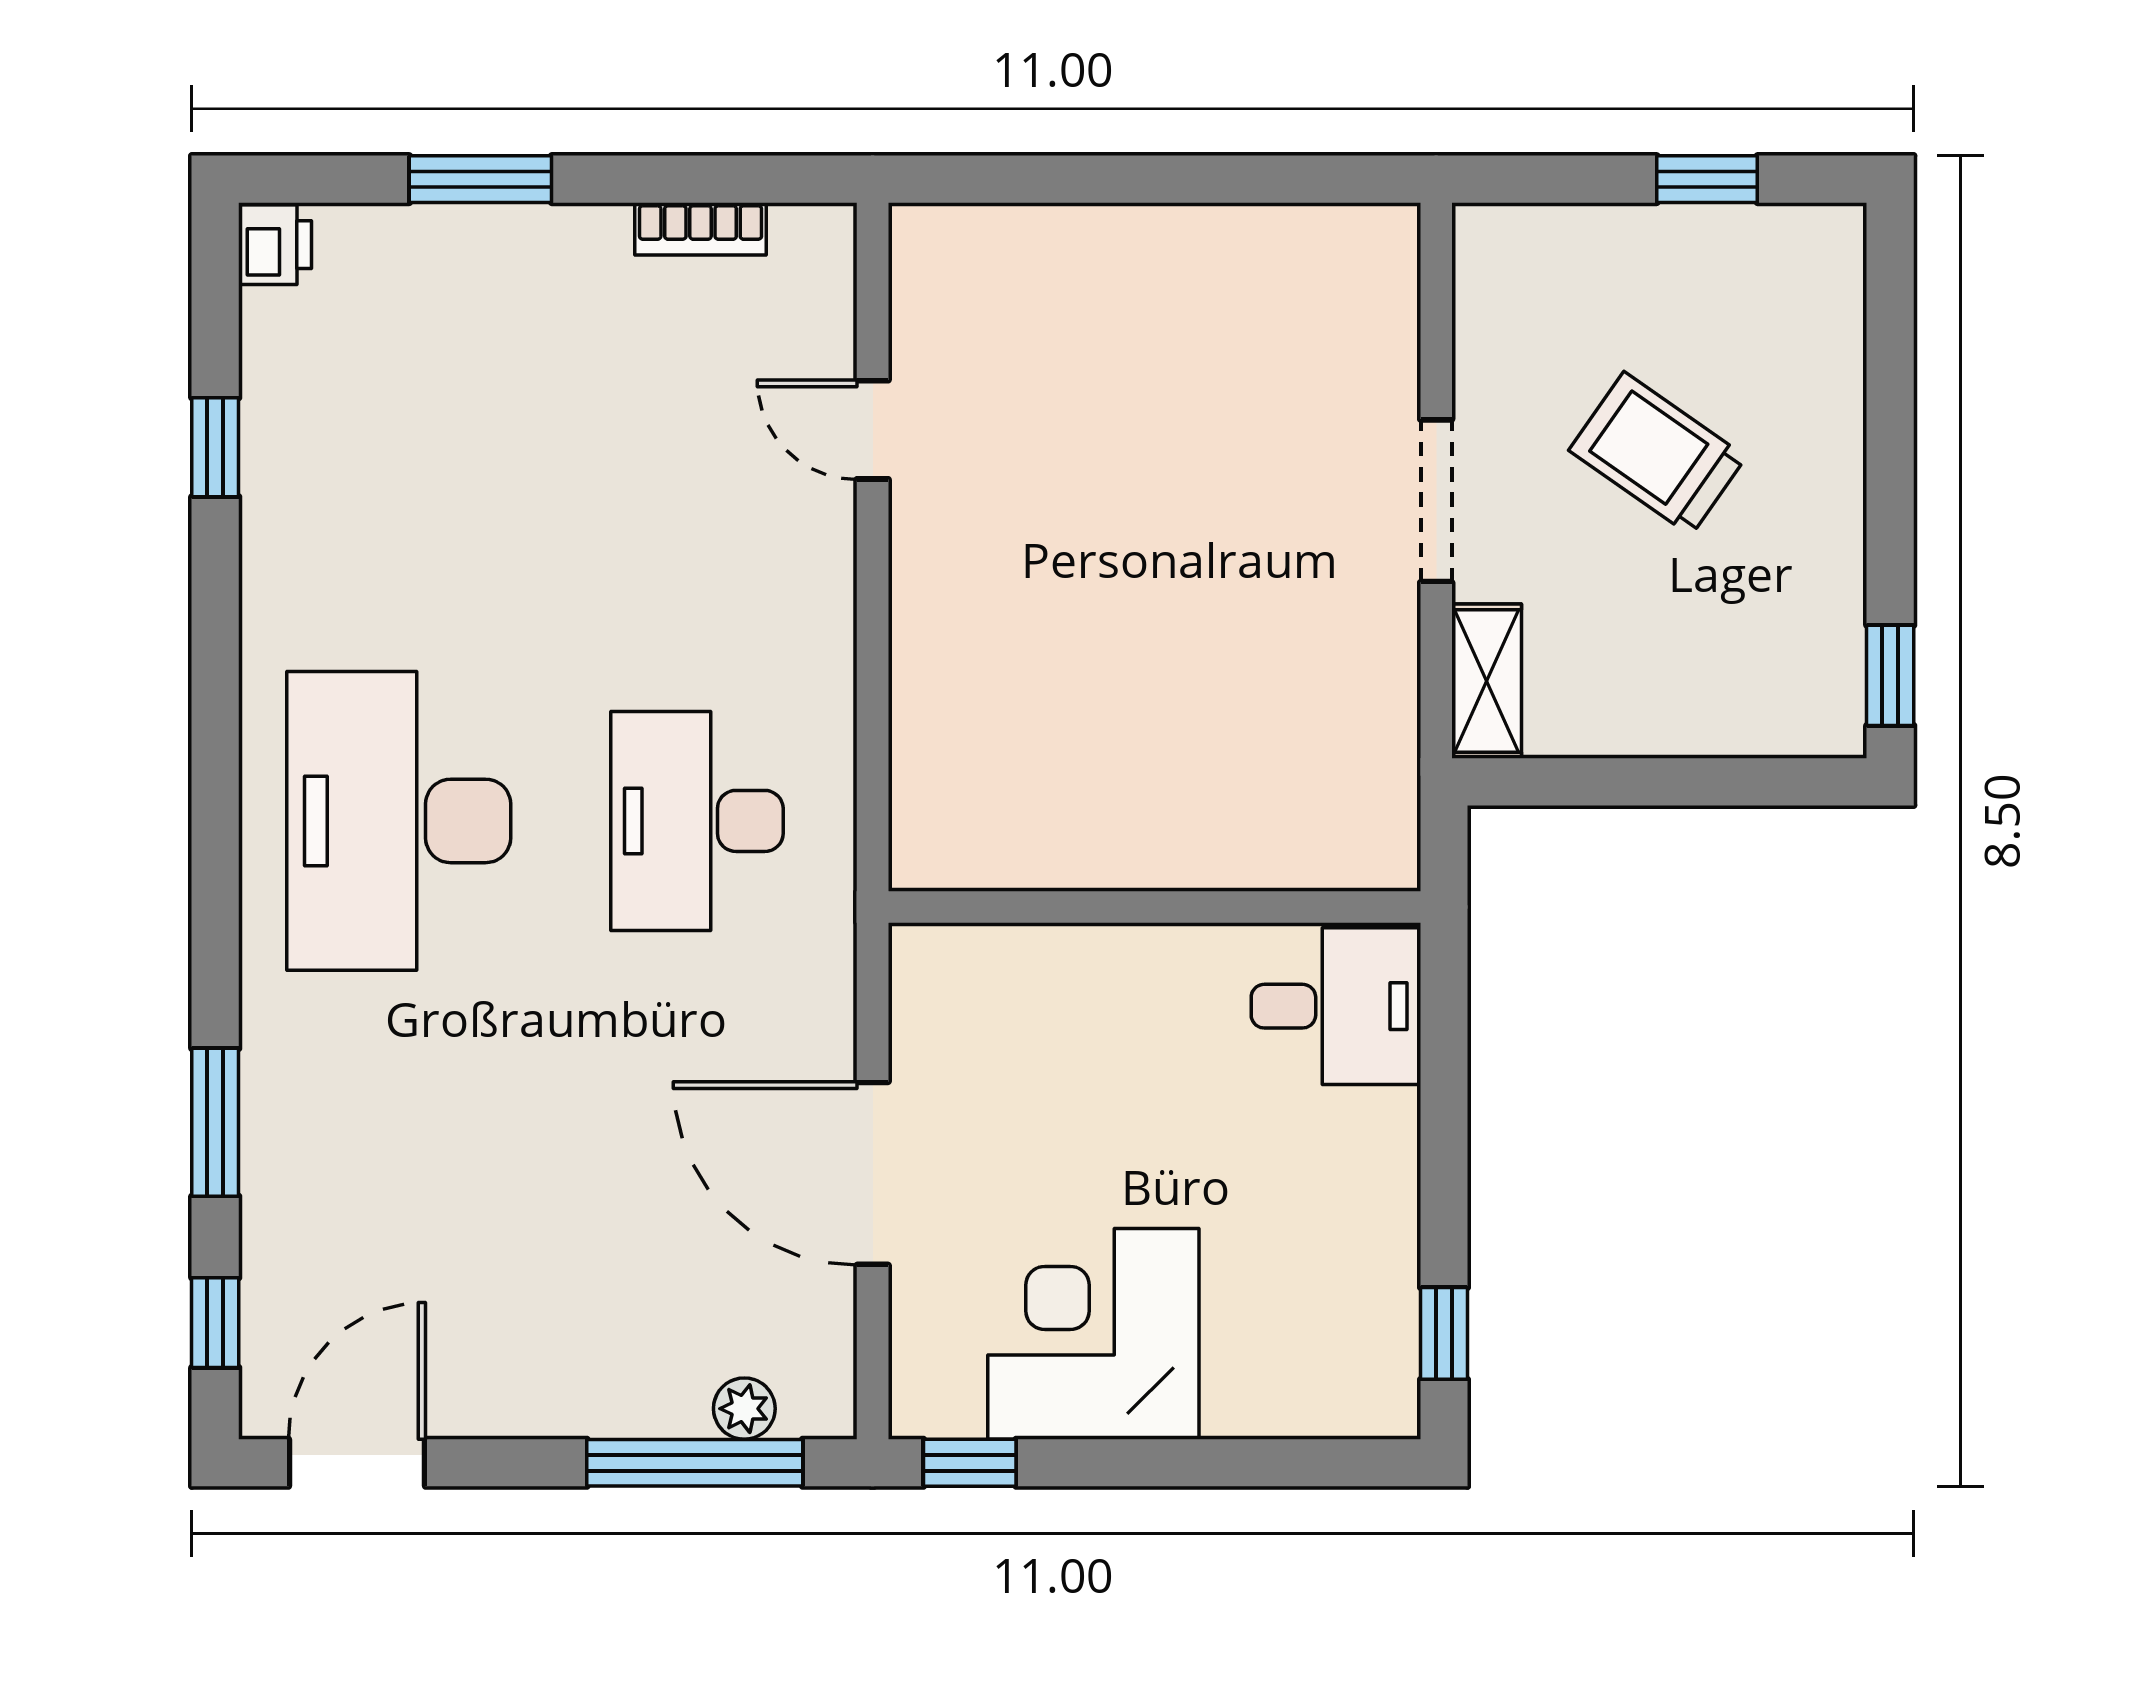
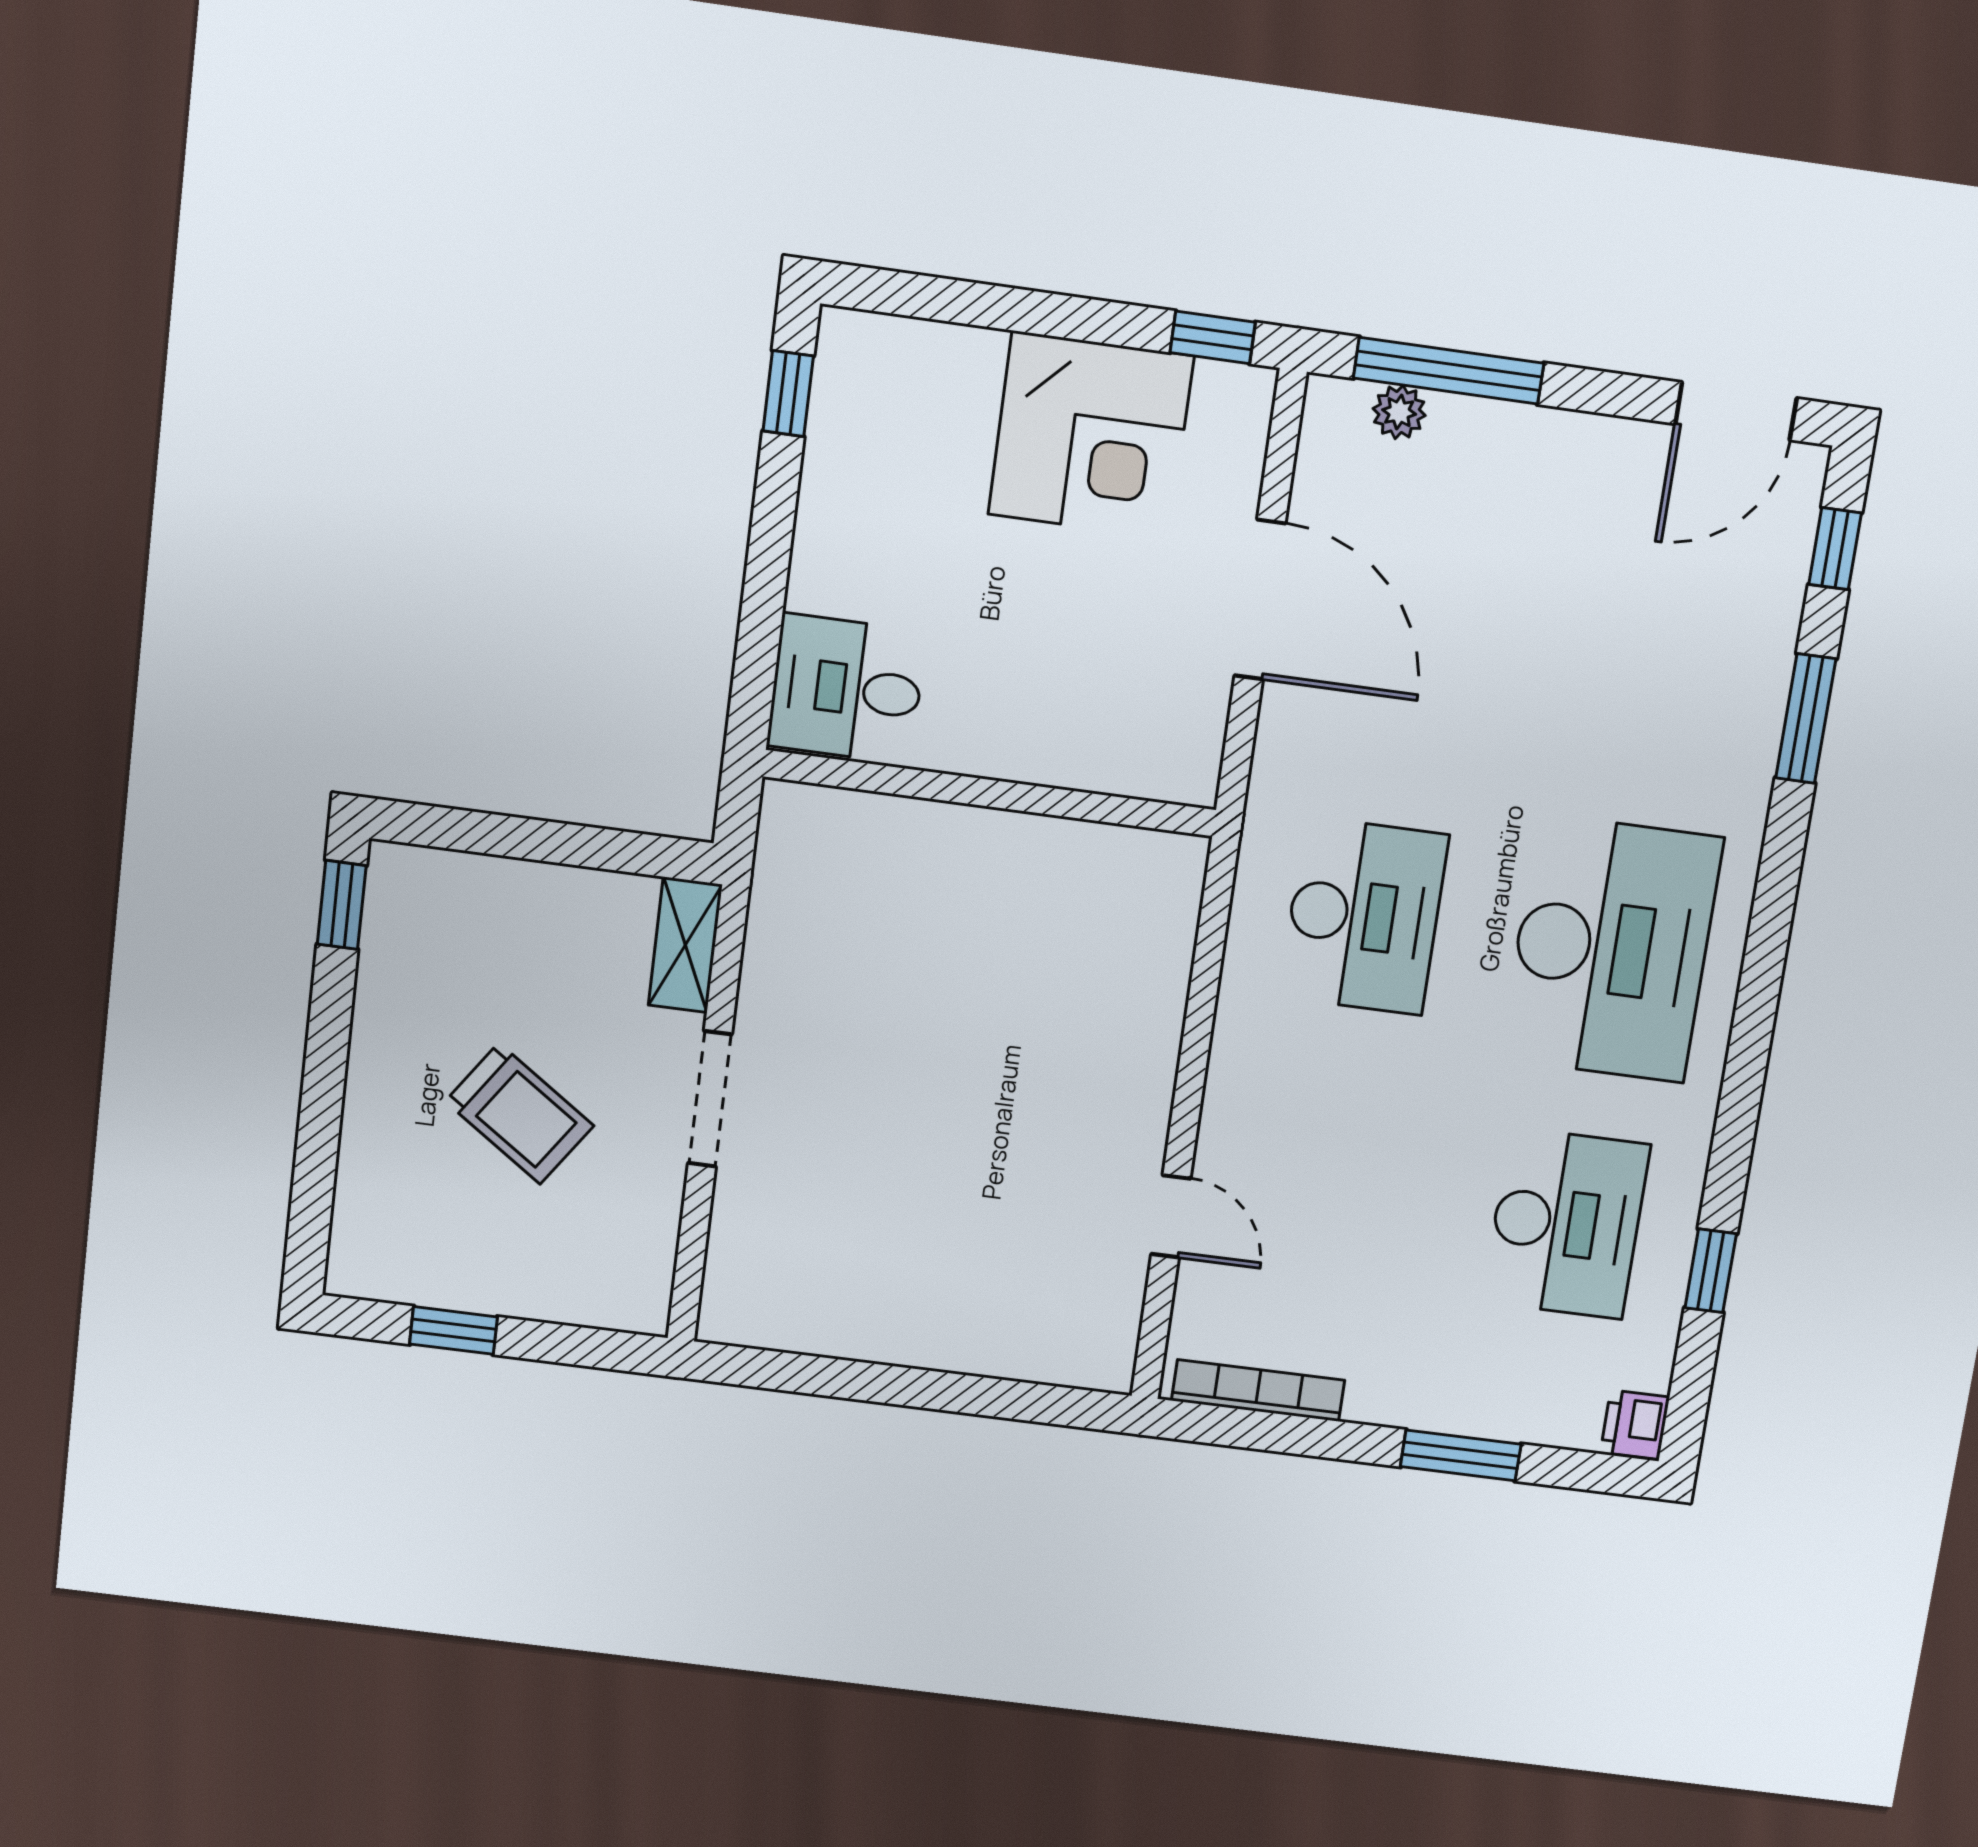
bookcase: (701, 229) -> (1258, 1390), width x1.56
desk: (399, 483) -> (1566, 1223), added

